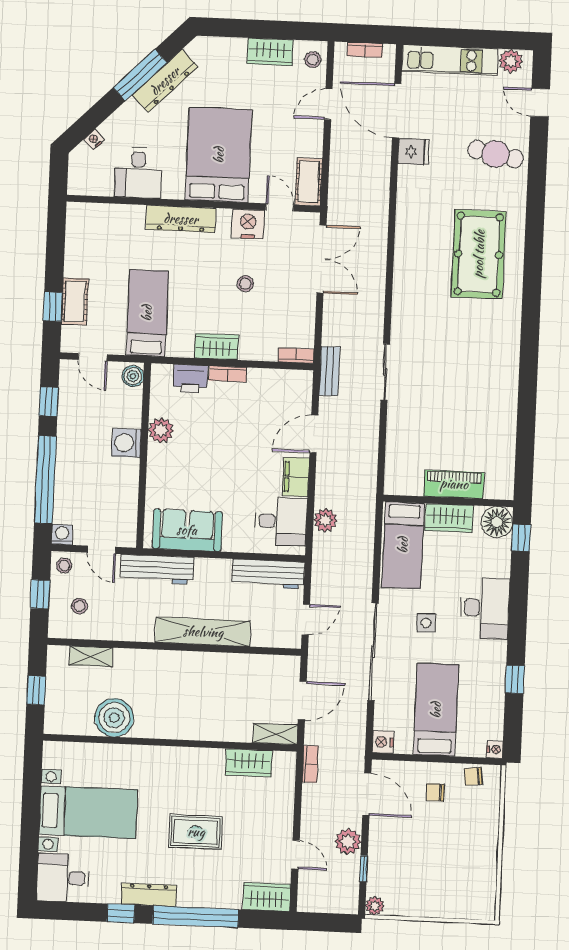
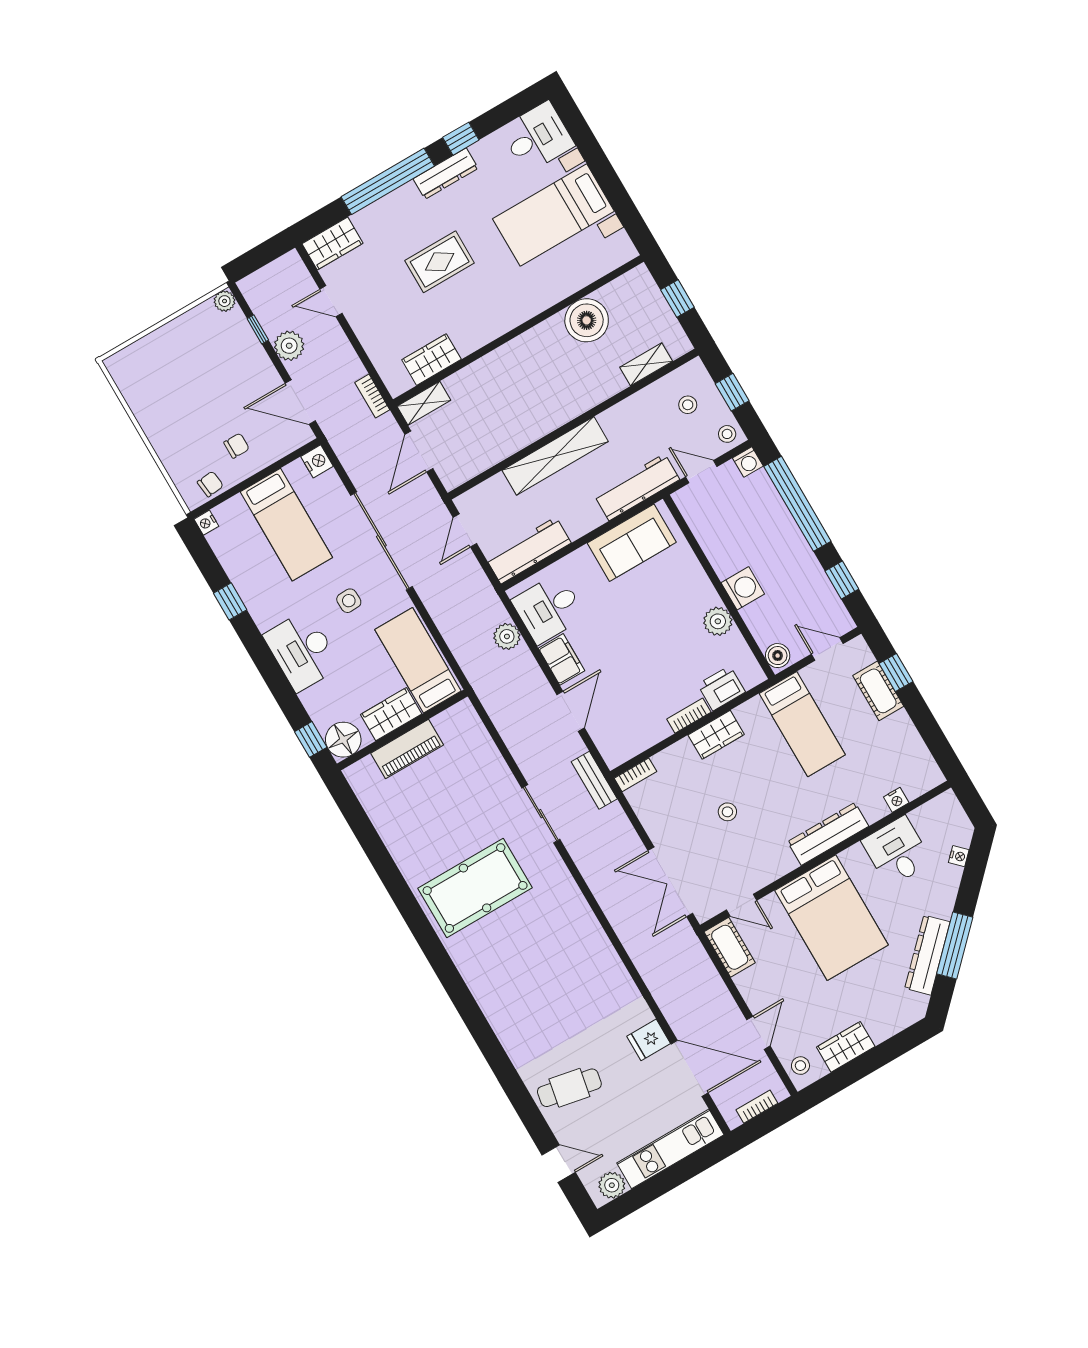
nightstand: (248, 224) -> (896, 800), moved, width x0.53, depth x0.56
pool table: (479, 254) -> (475, 888), moved, turned 90

